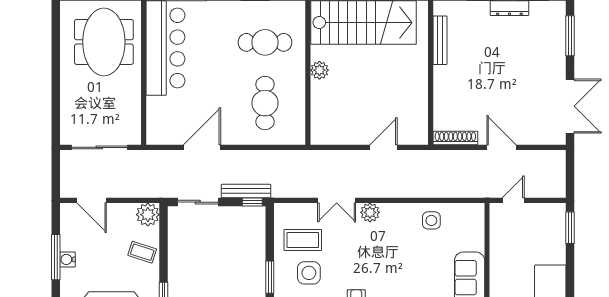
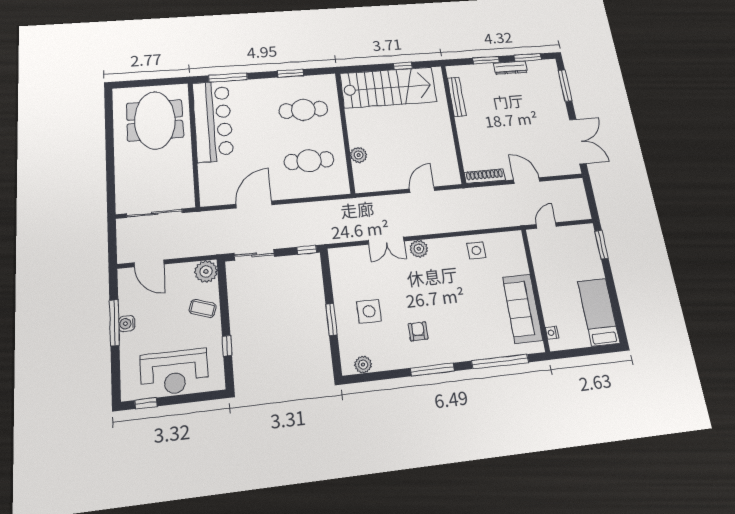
plant: (319, 70) -> (359, 155), moved
cafe table: (265, 103) -> (309, 161), turned 90
bench: (246, 191) -> (300, 240), removed
coffee table: (303, 240) -> (359, 281), removed

